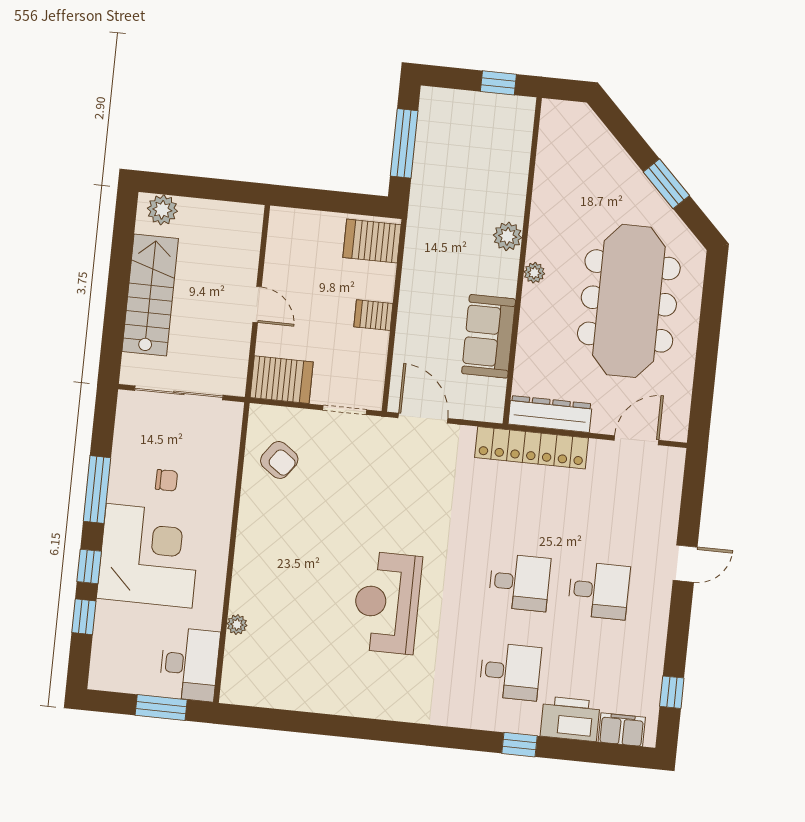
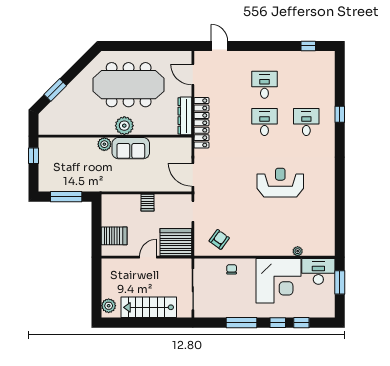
window: (666, 184) -> (55, 90), moved
server rack: (372, 241) -> (114, 236), moved, turned -90
plant: (534, 273) -> (124, 126), width x1.87, depth x1.87
sofa: (489, 336) -> (131, 148), moved
server rack: (282, 380) -> (176, 242), width x1.60
door: (423, 418) -> (193, 175), hinge flipped
chair: (166, 480) -> (232, 269), moved
corner desk: (149, 556) -> (278, 281), moved, turned 180
door: (685, 564) -> (219, 46), moved
reception desk: (387, 603) -> (280, 183), turned 180
printer: (570, 719) -> (325, 92), removed
filing cabinet: (622, 730) -> (328, 67), removed

